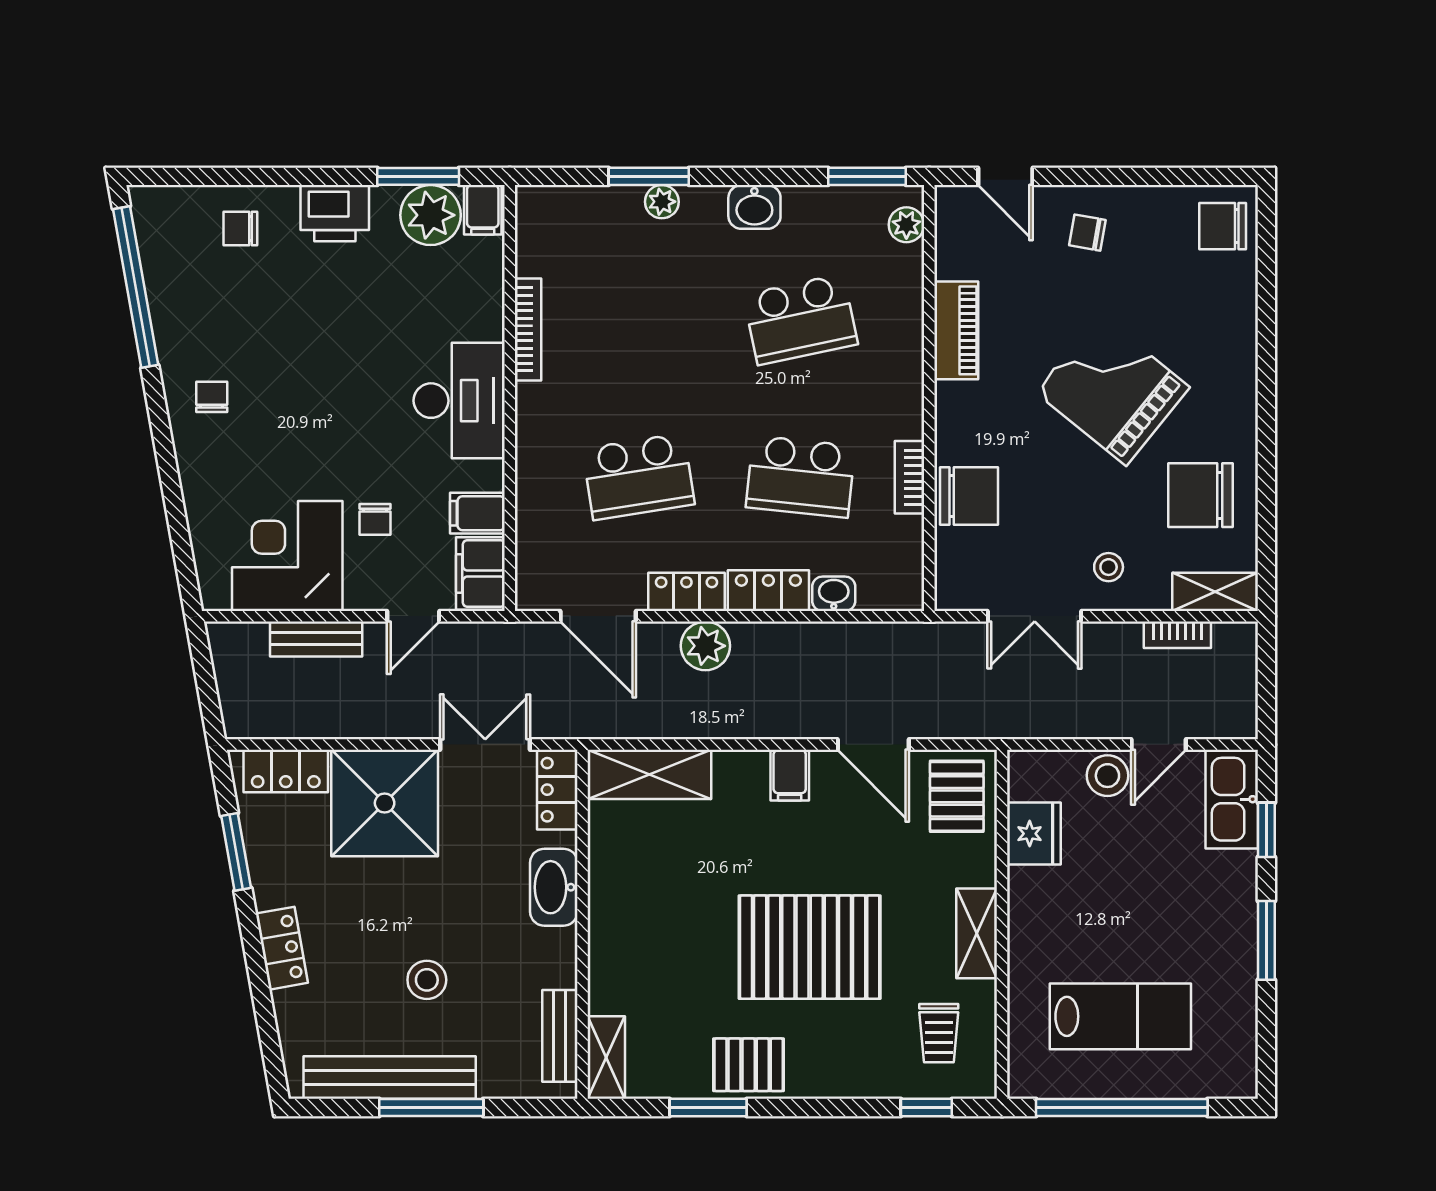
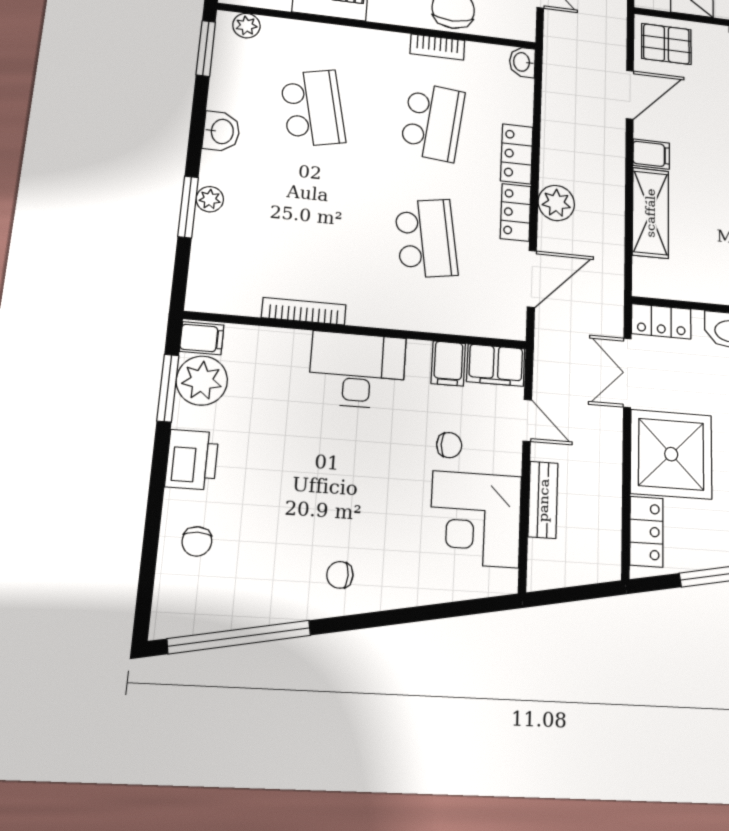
washbasin: (834, 594) -> (522, 62), moved
shelving: (649, 774) -> (650, 213), moved

